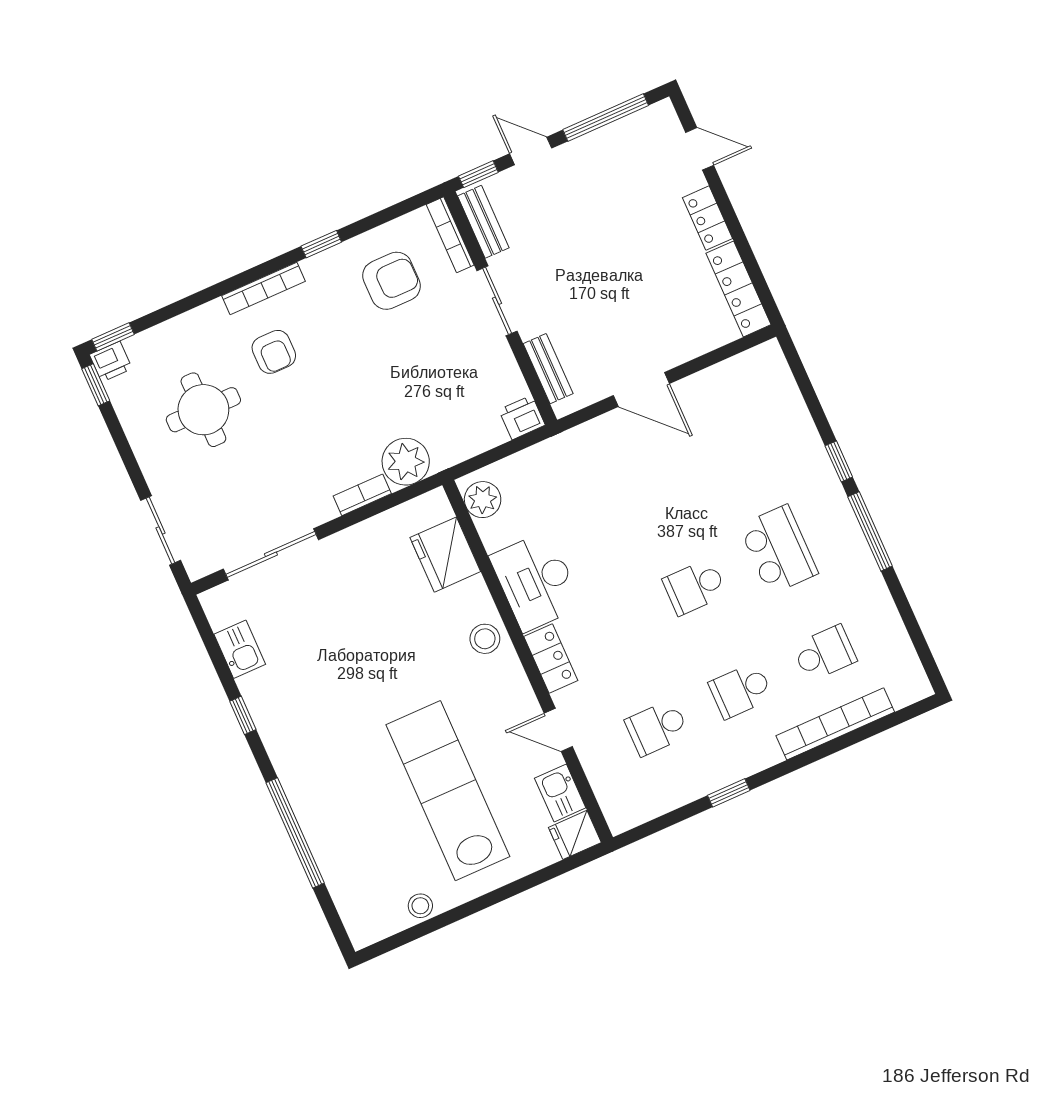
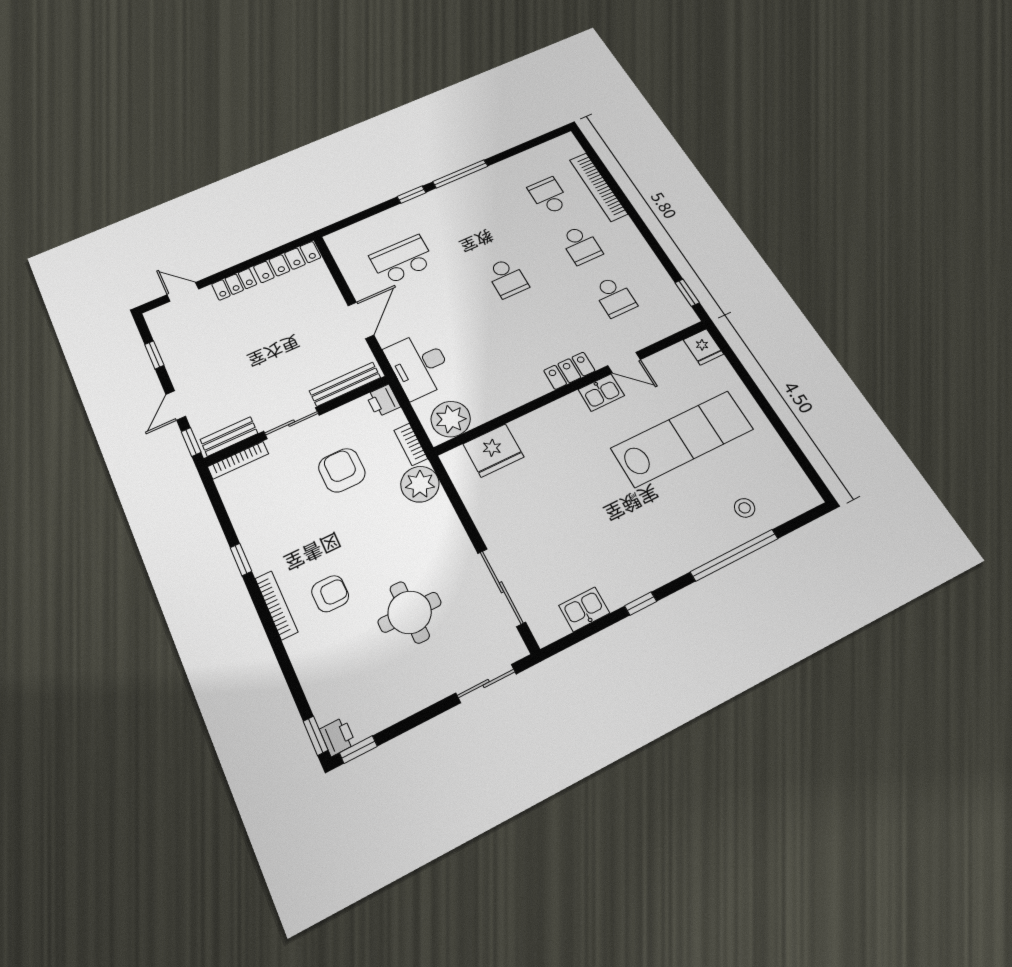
window: (606, 118) -> (154, 355), width x0.46
door: (700, 149) -> (183, 292), hinge flipped
armchair: (392, 281) -> (342, 470), moved
bench: (548, 369) -> (345, 384), width x1.36
round table: (203, 410) -> (410, 612), moved
bookcase: (362, 495) -> (411, 444), moved
plant: (483, 500) -> (451, 419), width x1.36, depth x1.36
school desk: (778, 550) -> (402, 260), moved
desk: (536, 581) -> (419, 365), moved, turned 90
stool: (485, 639) -> (558, 418), removed
door: (558, 730) -> (624, 363), hinge flipped
lab bench: (448, 791) -> (682, 439), turned 180
kitchen sink: (560, 793) -> (601, 393), moved
window: (729, 793) -> (687, 293), moved
stool: (420, 906) -> (745, 508), moved

